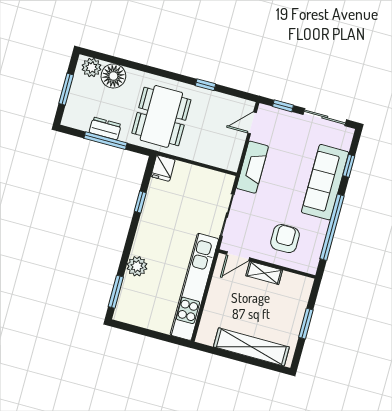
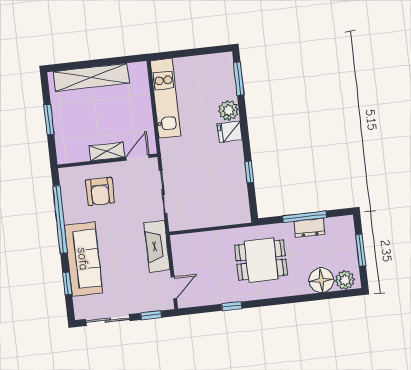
dining table: (161, 116) -> (261, 260), width x0.73
fridge: (163, 168) -> (230, 132), moved, turned -90
kitchen unit: (194, 287) -> (165, 98), width x0.73

